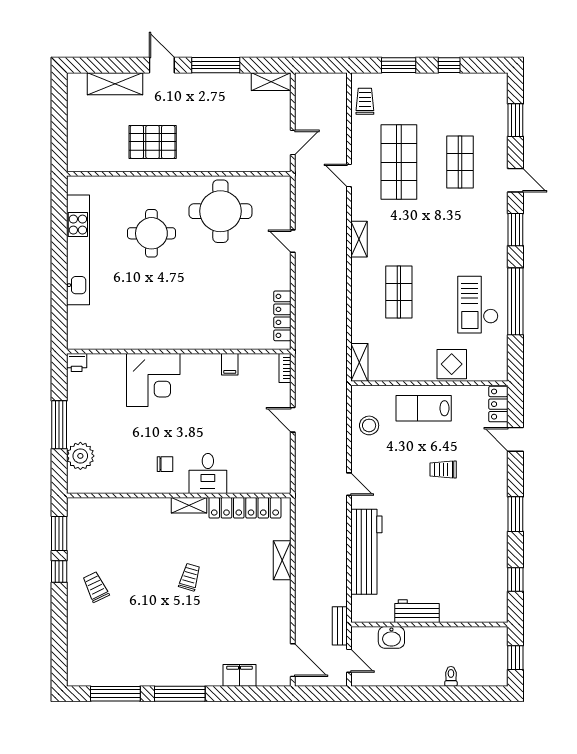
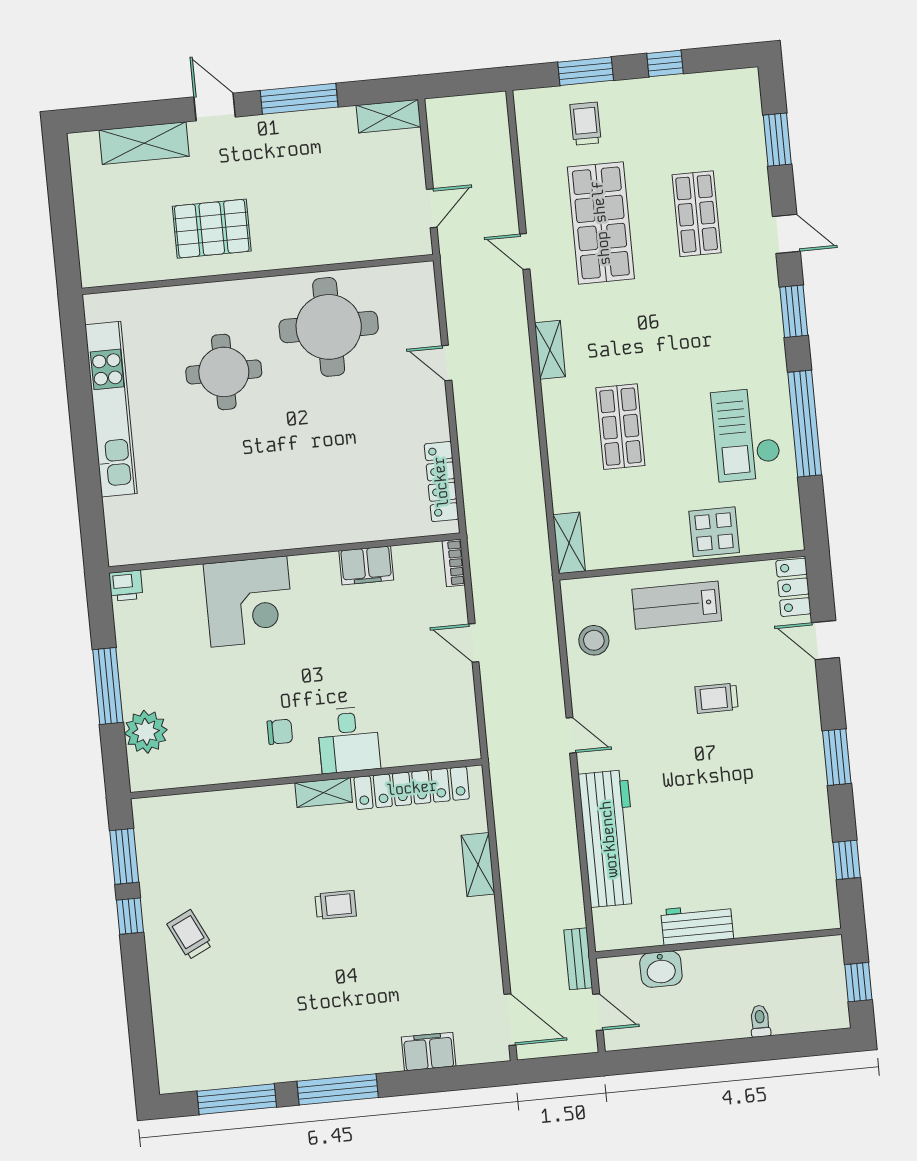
trolley: (365, 101) -> (586, 124), moved
filing cabinet: (230, 364) -> (366, 565), width x2.00
trolley: (190, 577) -> (336, 905), turned 74

